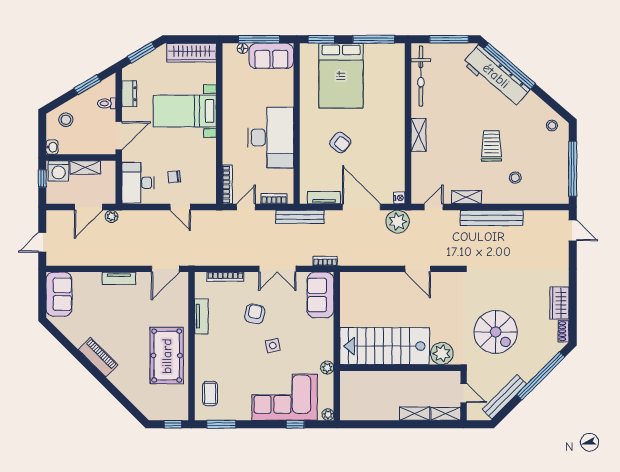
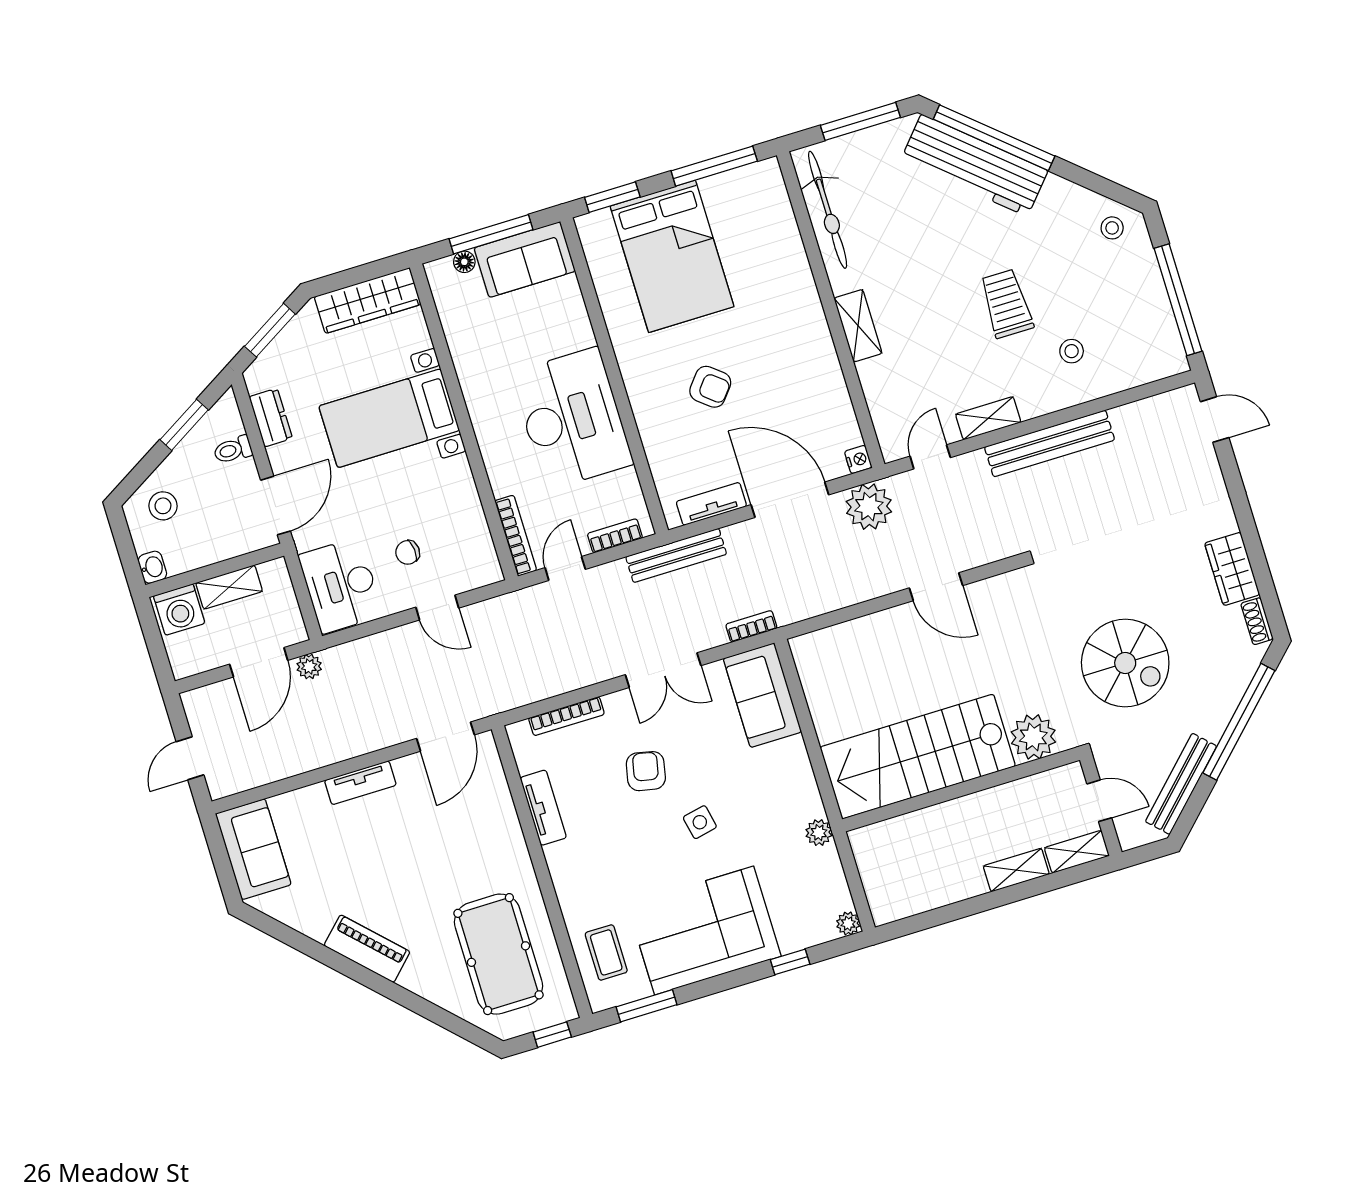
window: (42, 178) -> (152, 634), removed
pool table: (167, 356) -> (499, 954), moved
corner sofa: (285, 397) -> (704, 931), moved

